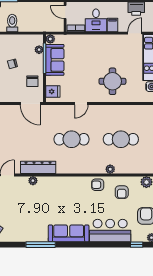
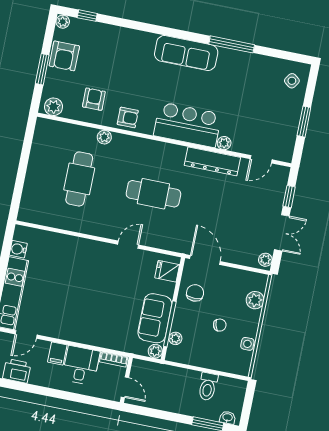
round table: (112, 81) -> (74, 269), removed
cafe table: (121, 139) -> (79, 179), turned 90
bar counter: (110, 231) -> (187, 125), moved, turned 180

